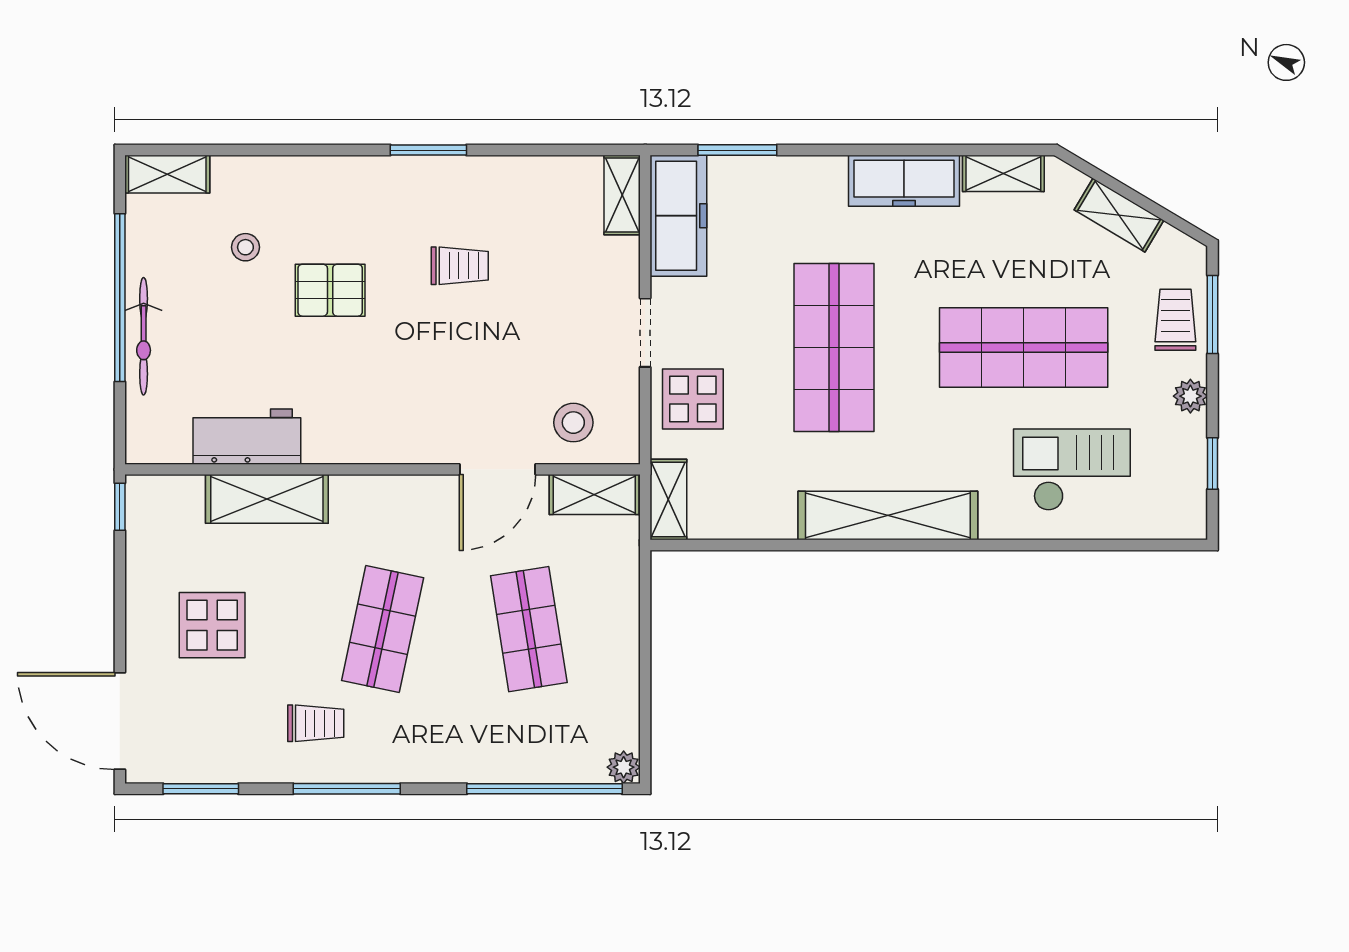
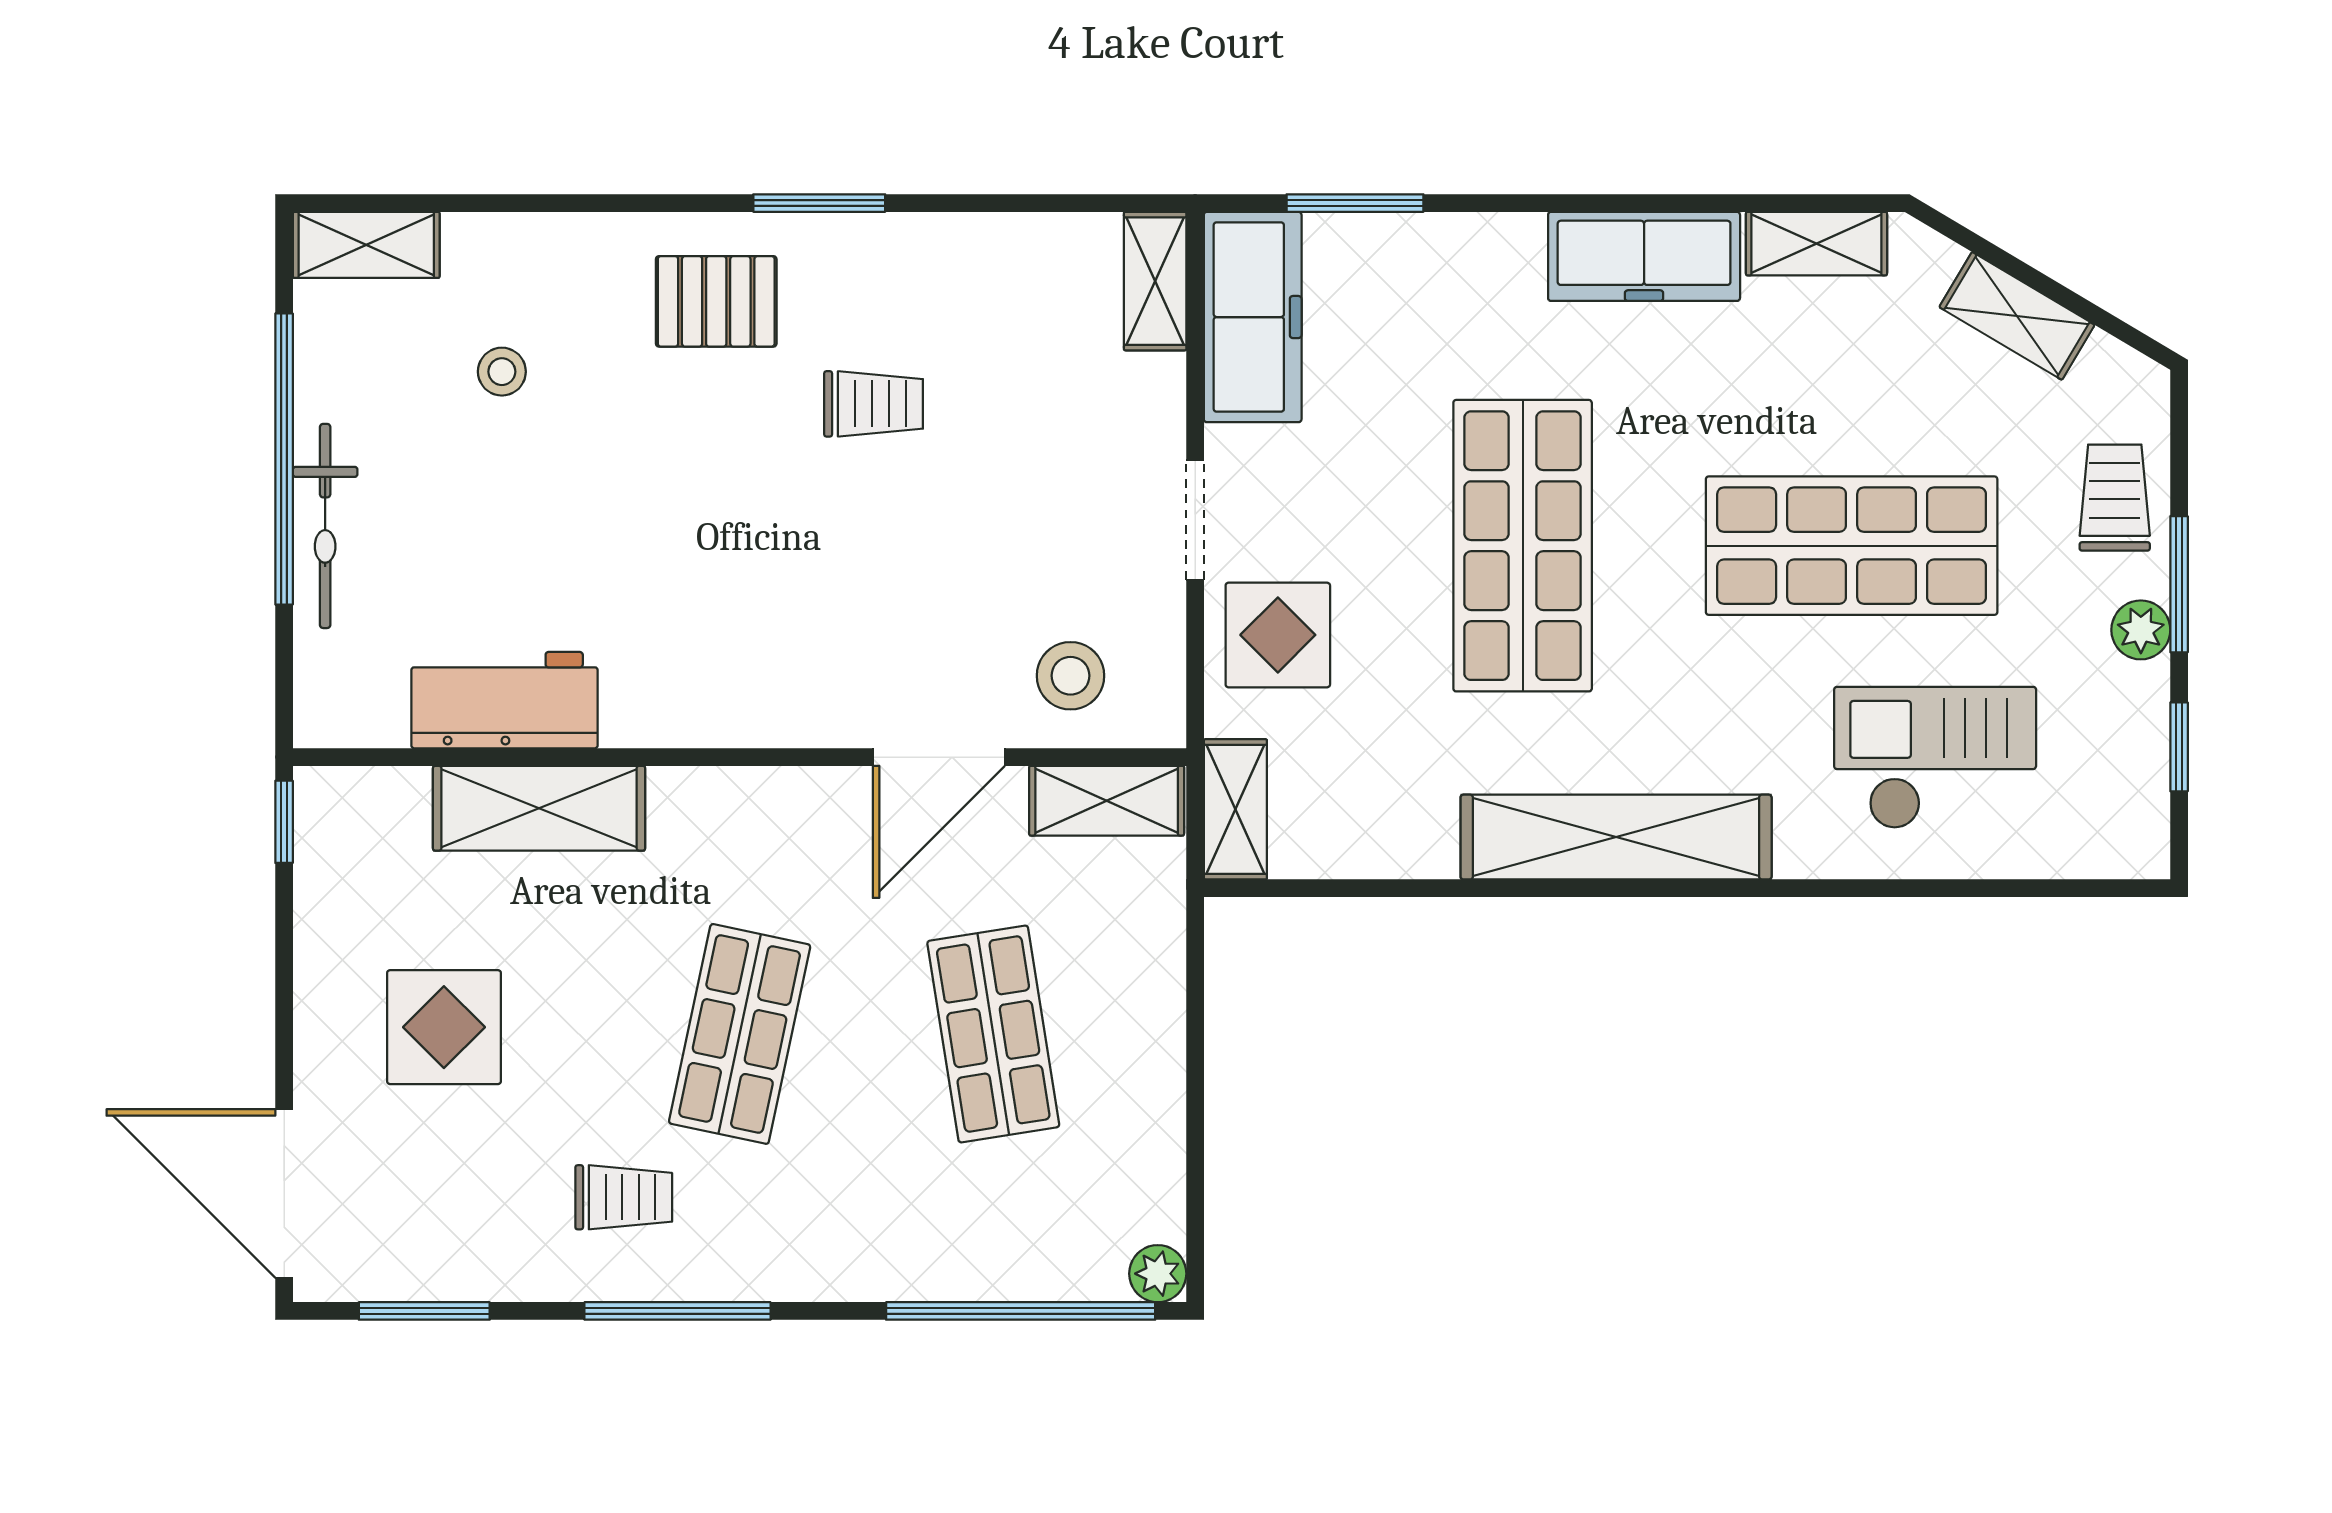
pallet: (330, 290) -> (716, 301), moved
window: (1212, 314) -> (2179, 584), moved

